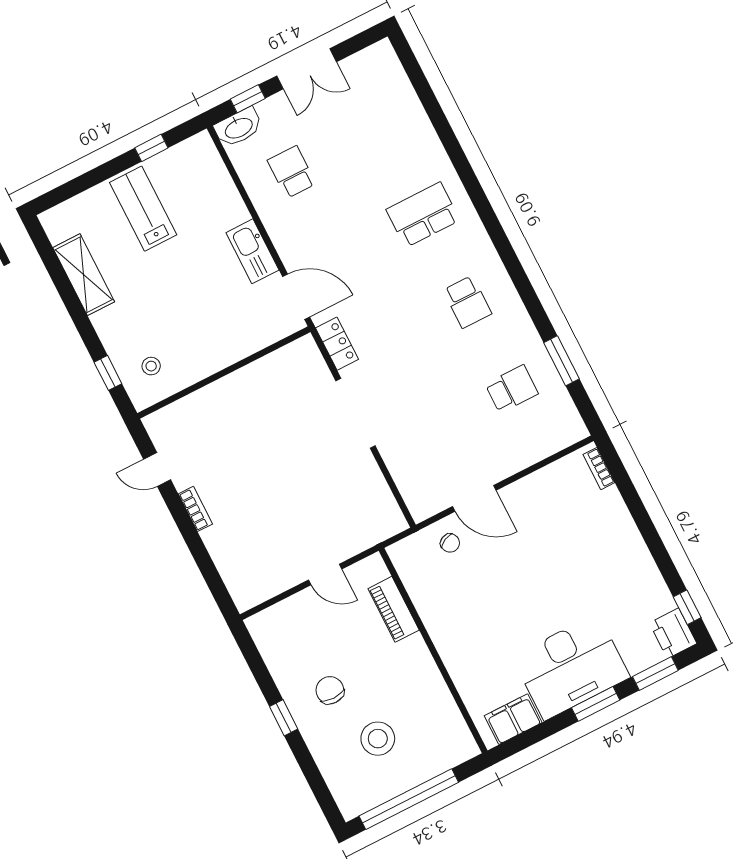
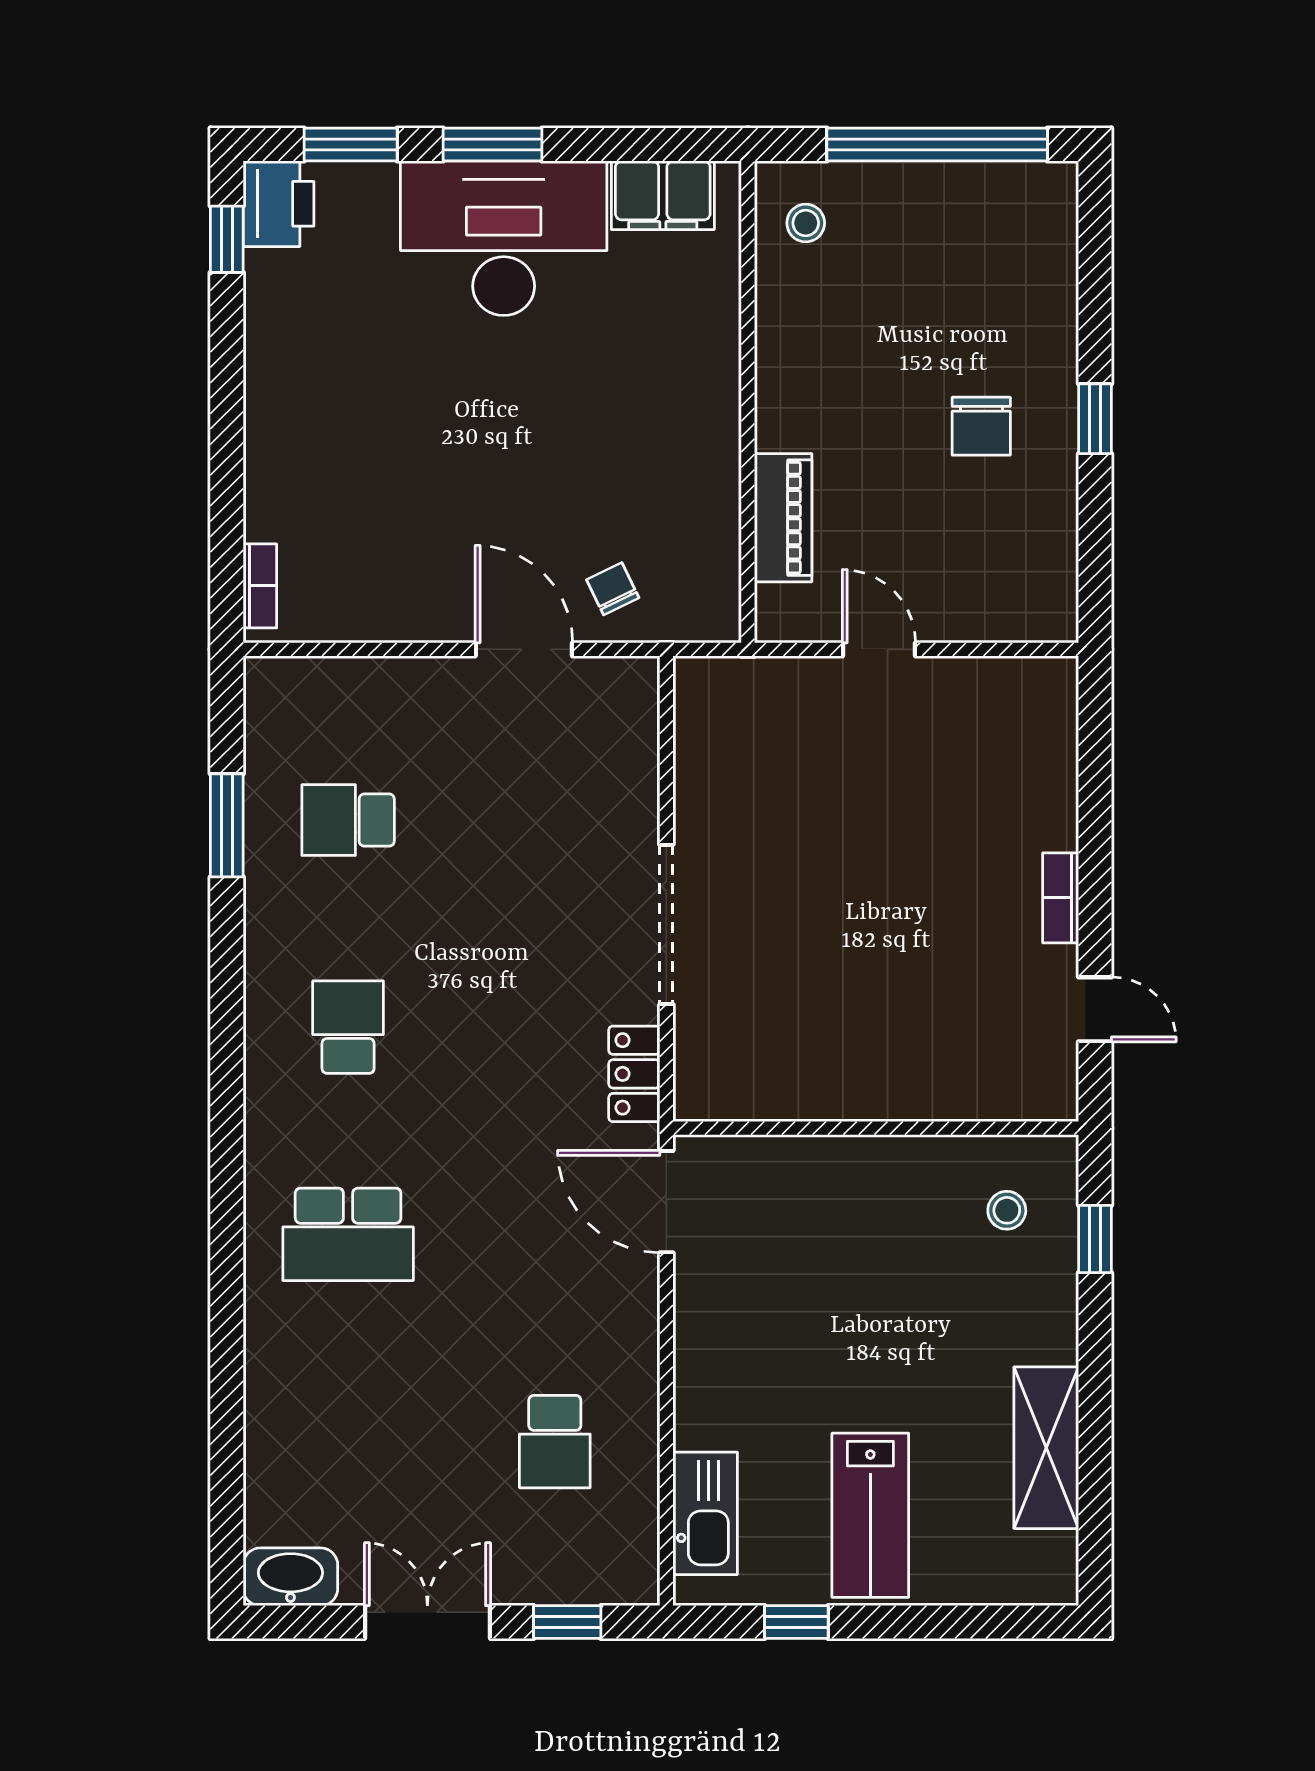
washbasin: (238, 128) -> (290, 1577), moved
kitchen sink: (252, 251) -> (705, 1513), moved
stool: (378, 739) -> (806, 223), moved, width x0.53, depth x0.53

